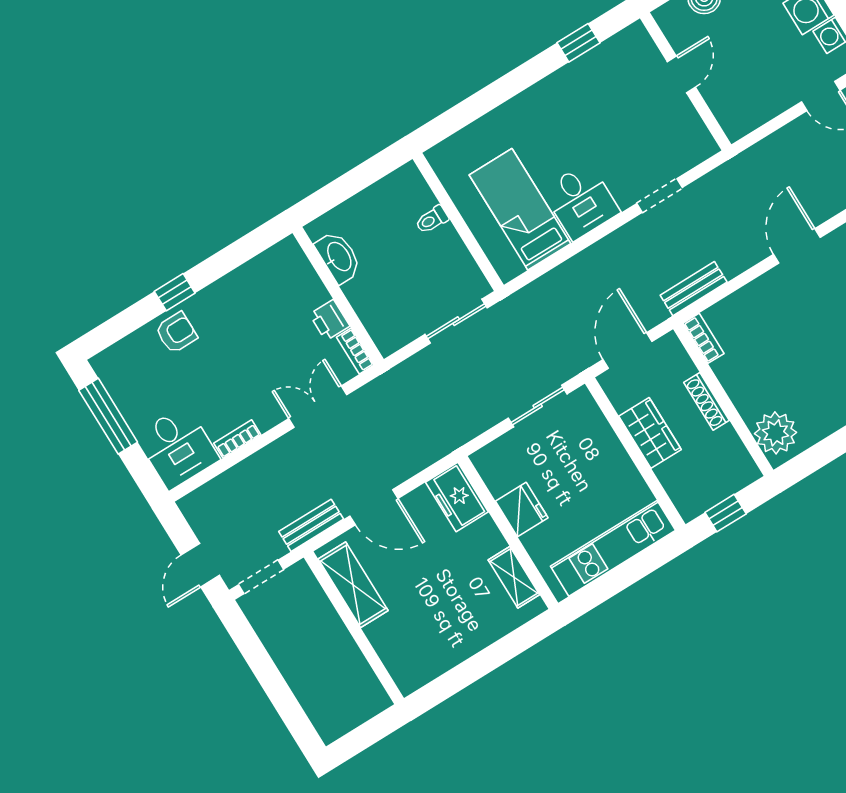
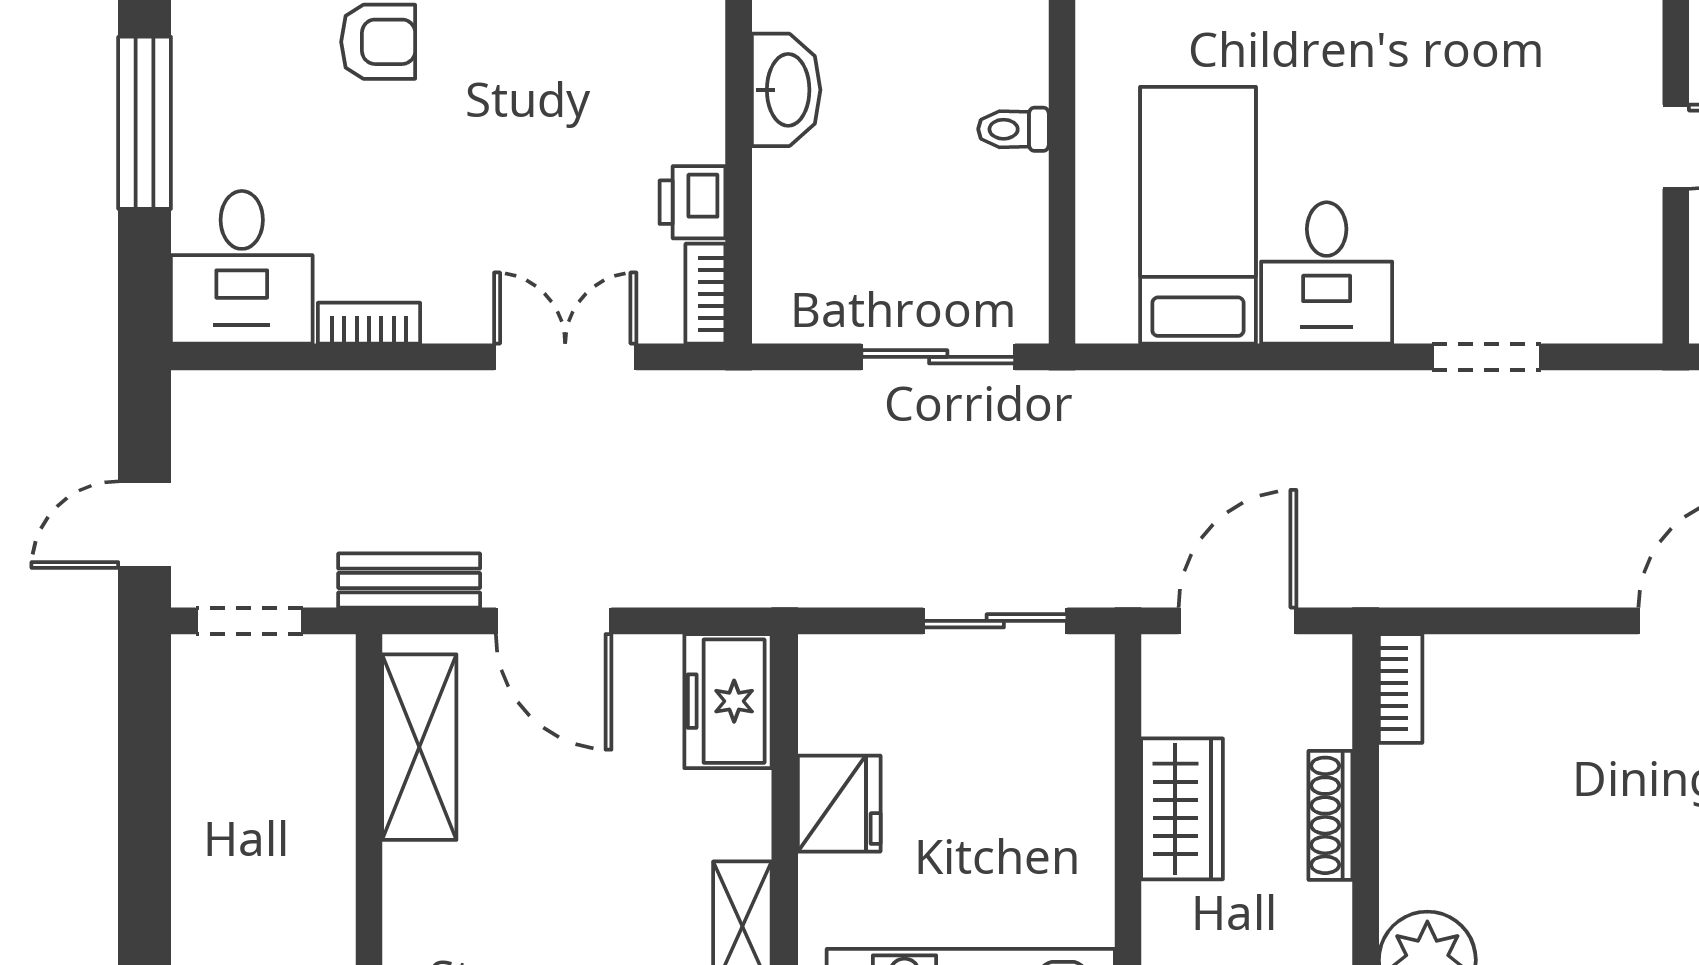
bench: (694, 289) -> (1441, 580), removed

